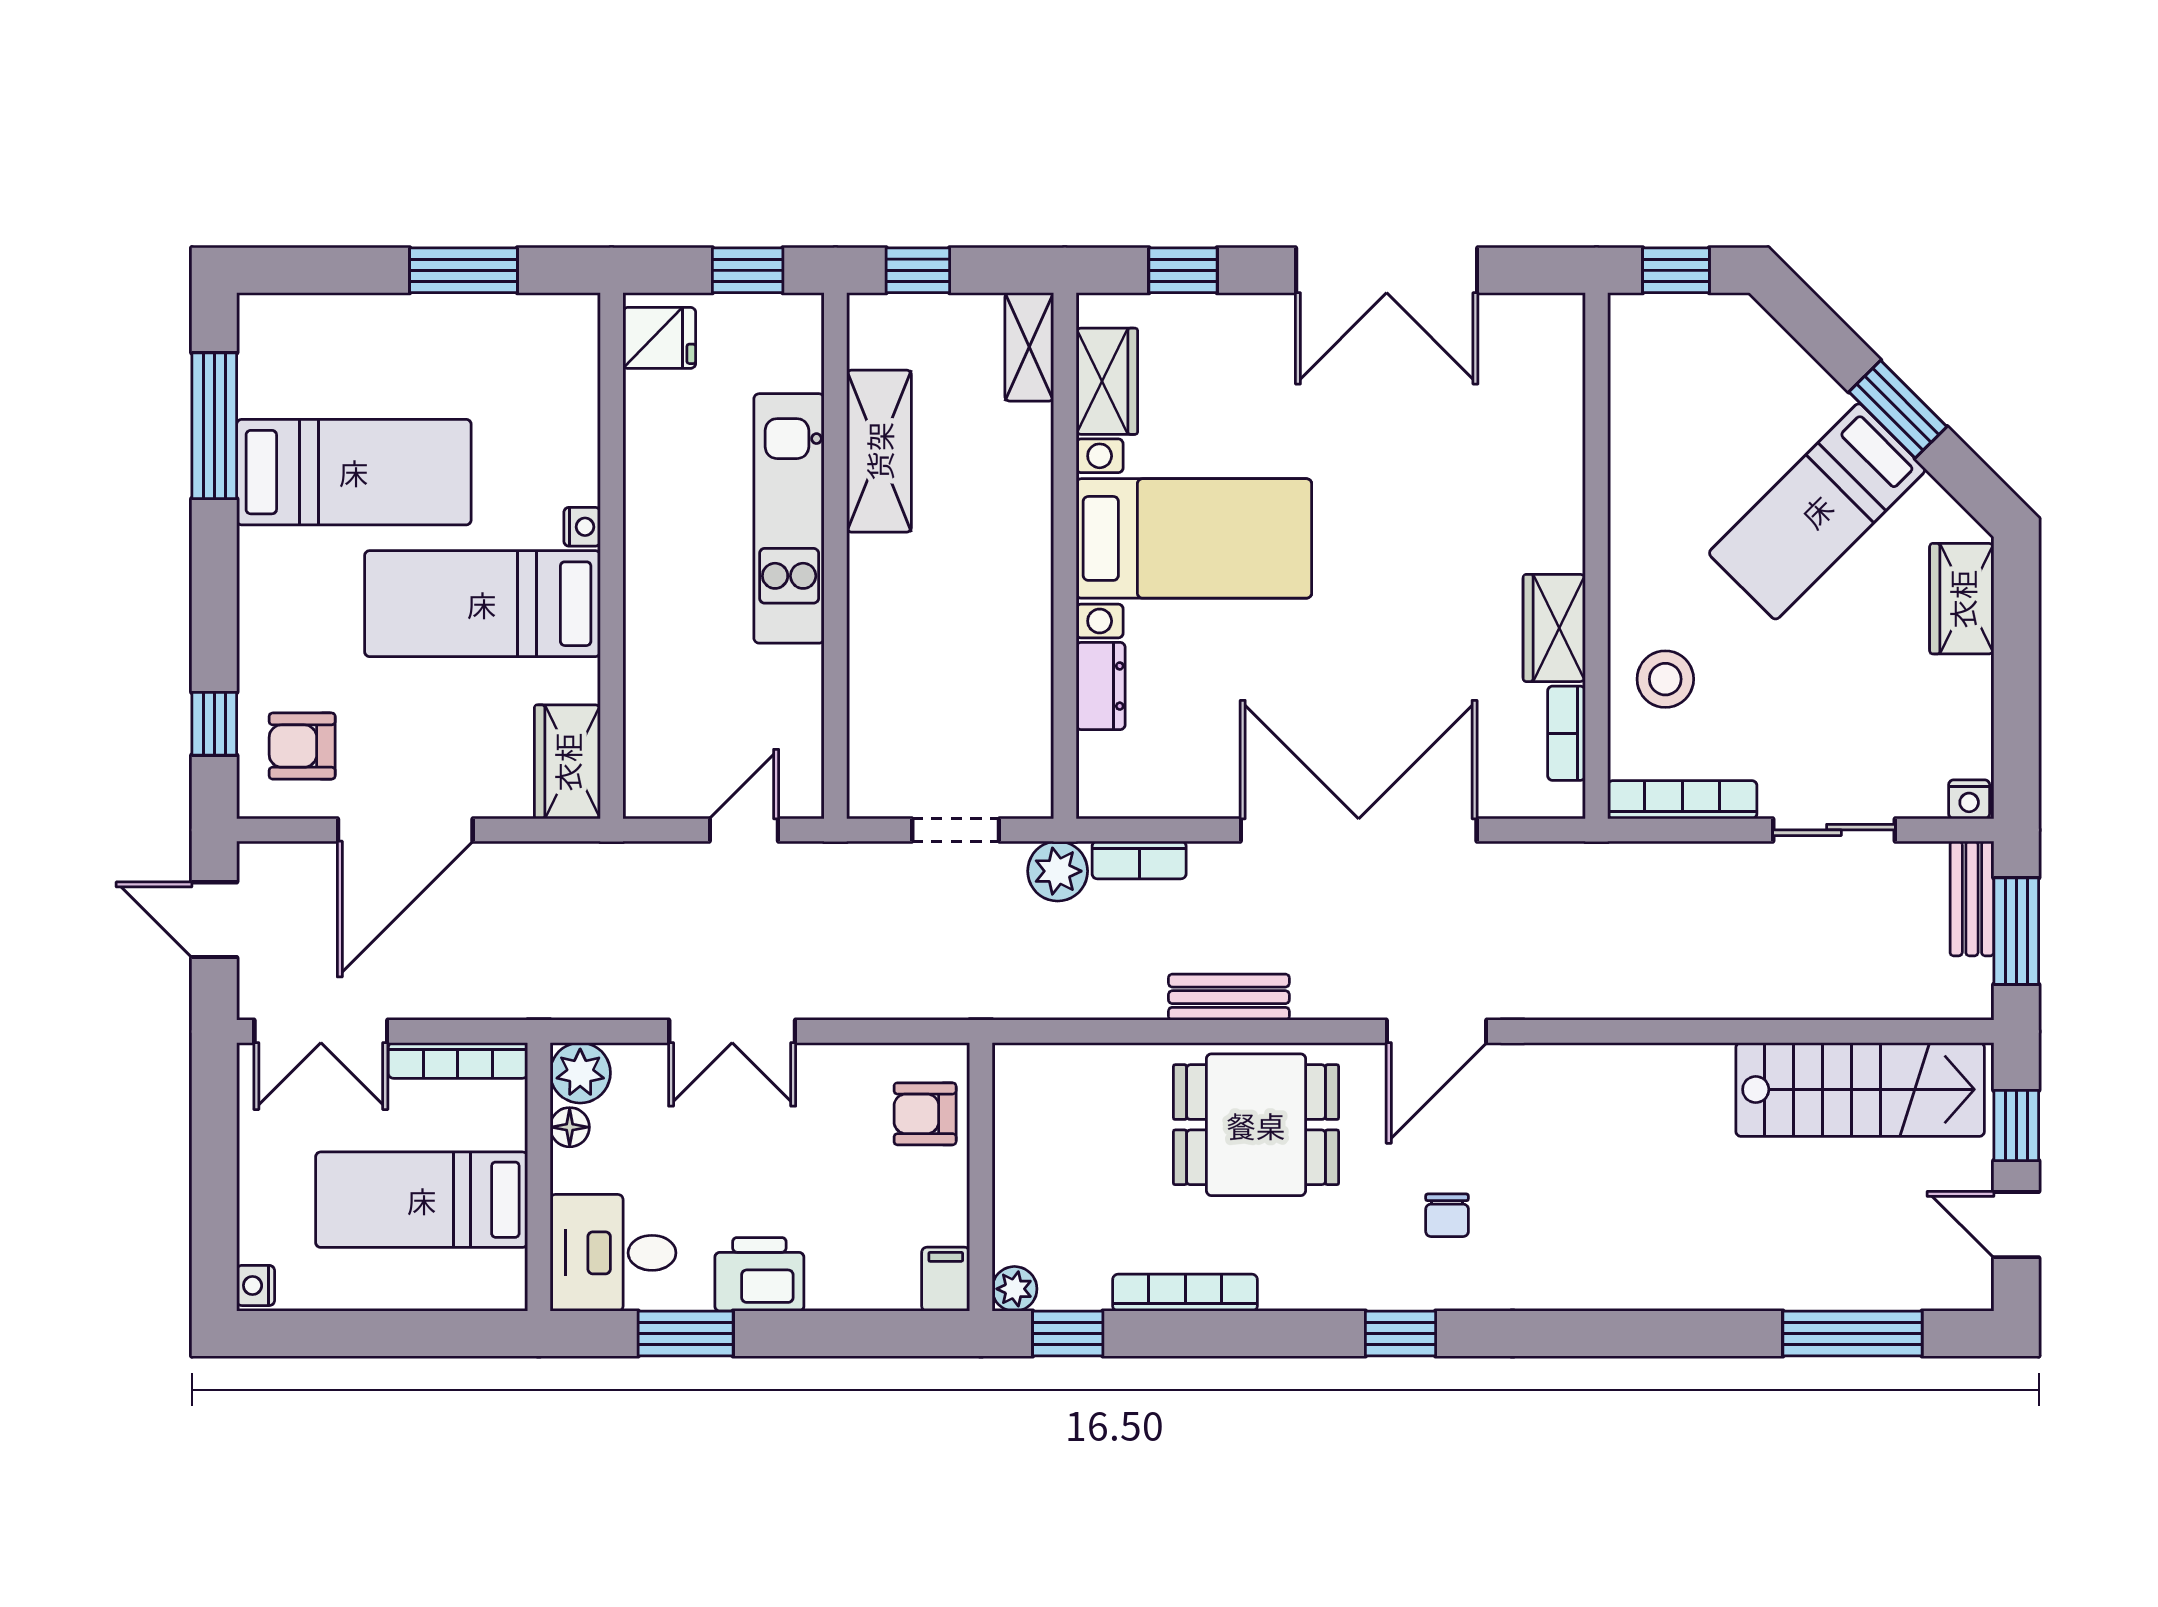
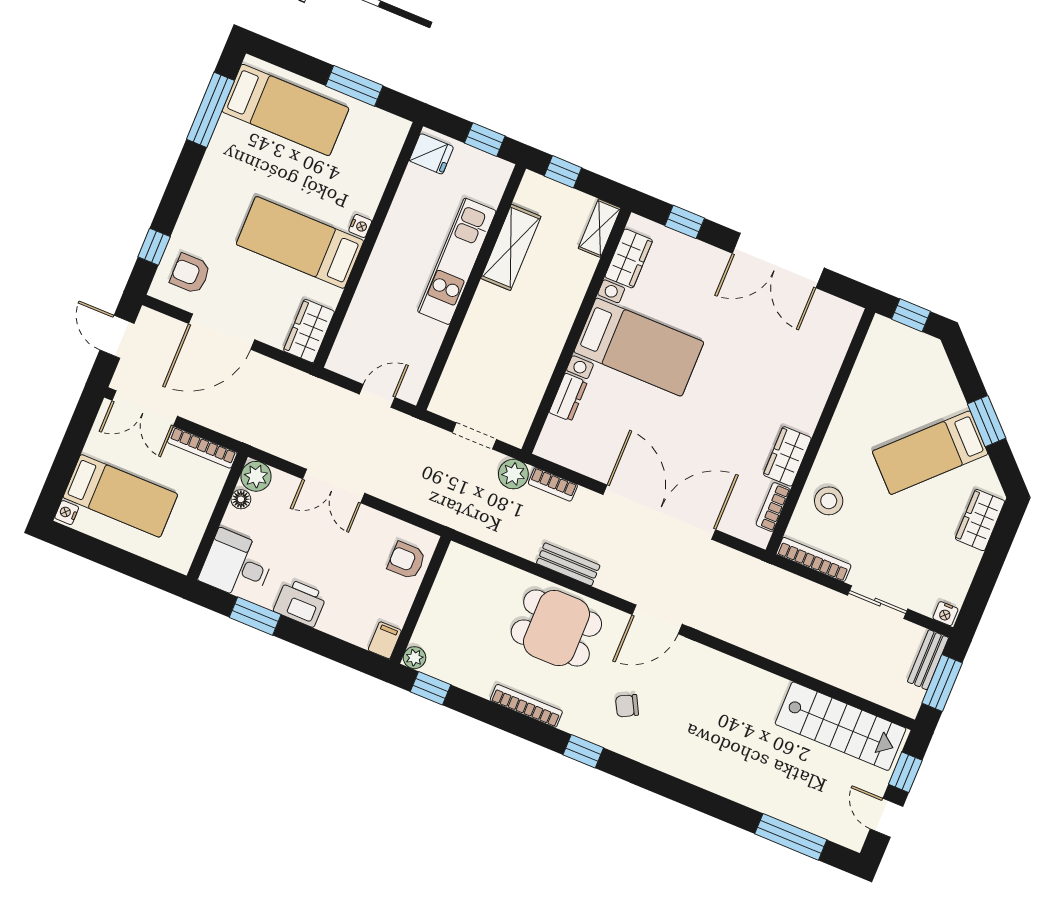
bed: (354, 472) -> (286, 110), moved
bed: (422, 1200) -> (120, 496), moved, turned 180
chair: (1447, 1215) -> (627, 706), turned 62
bookcase: (1185, 1293) -> (526, 706), moved

